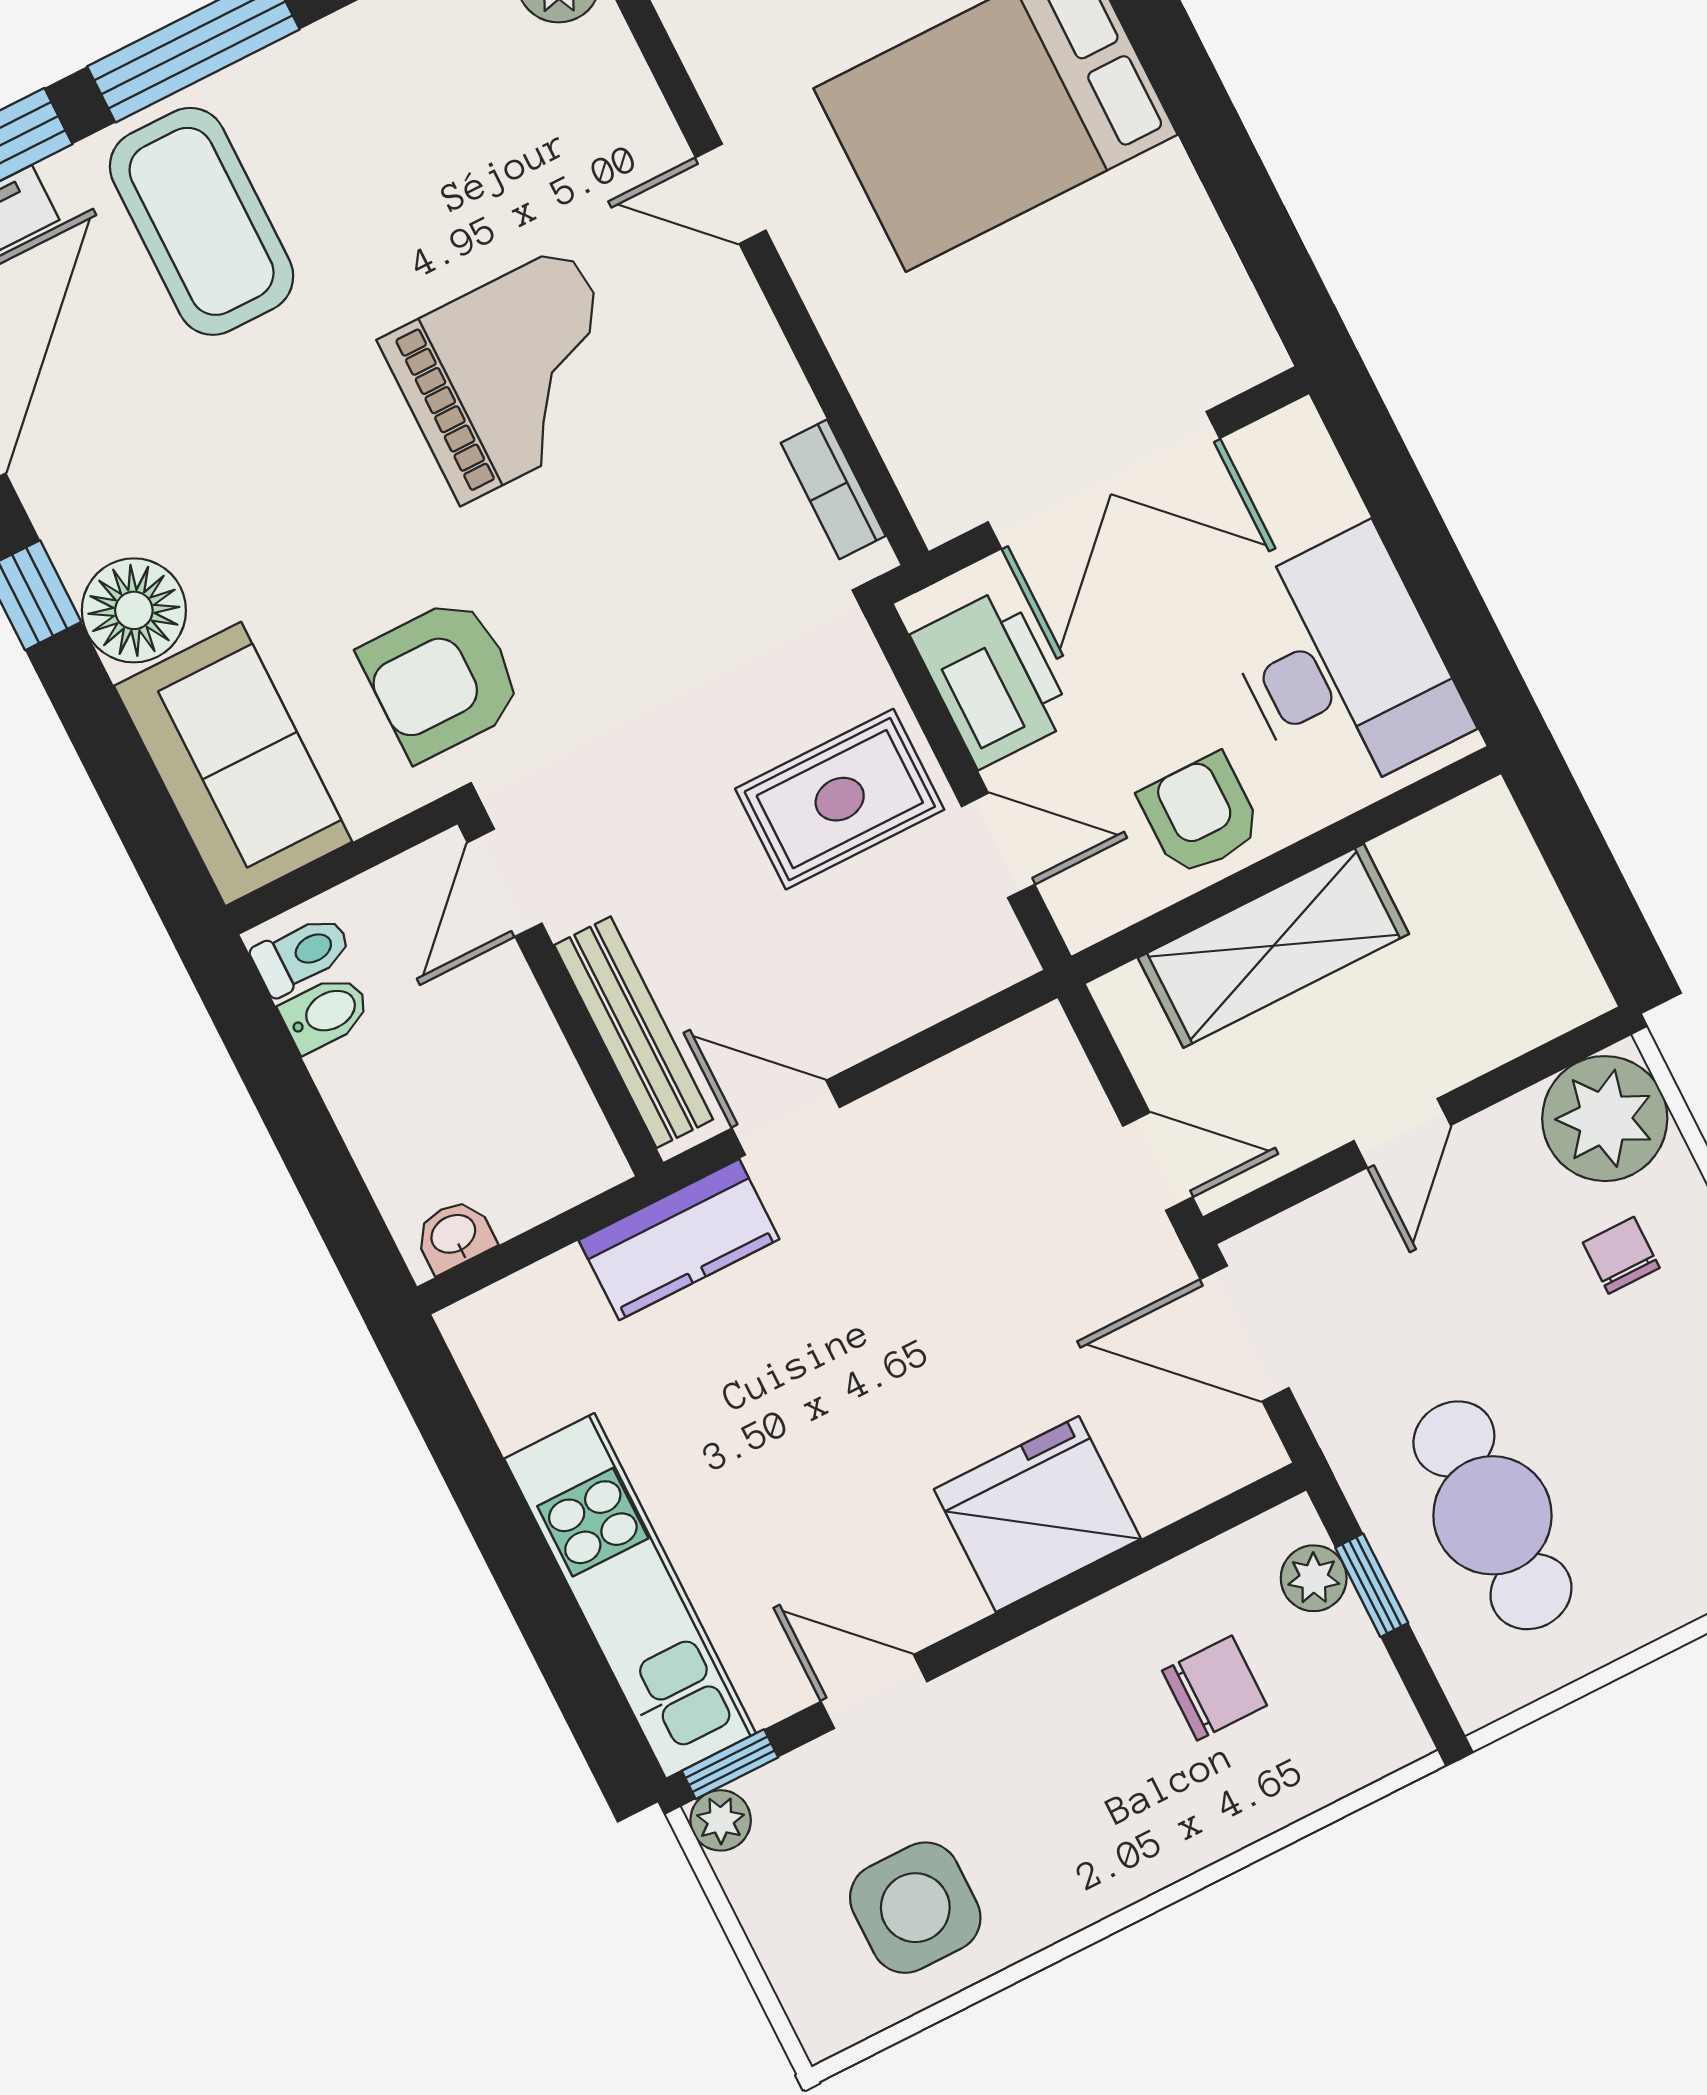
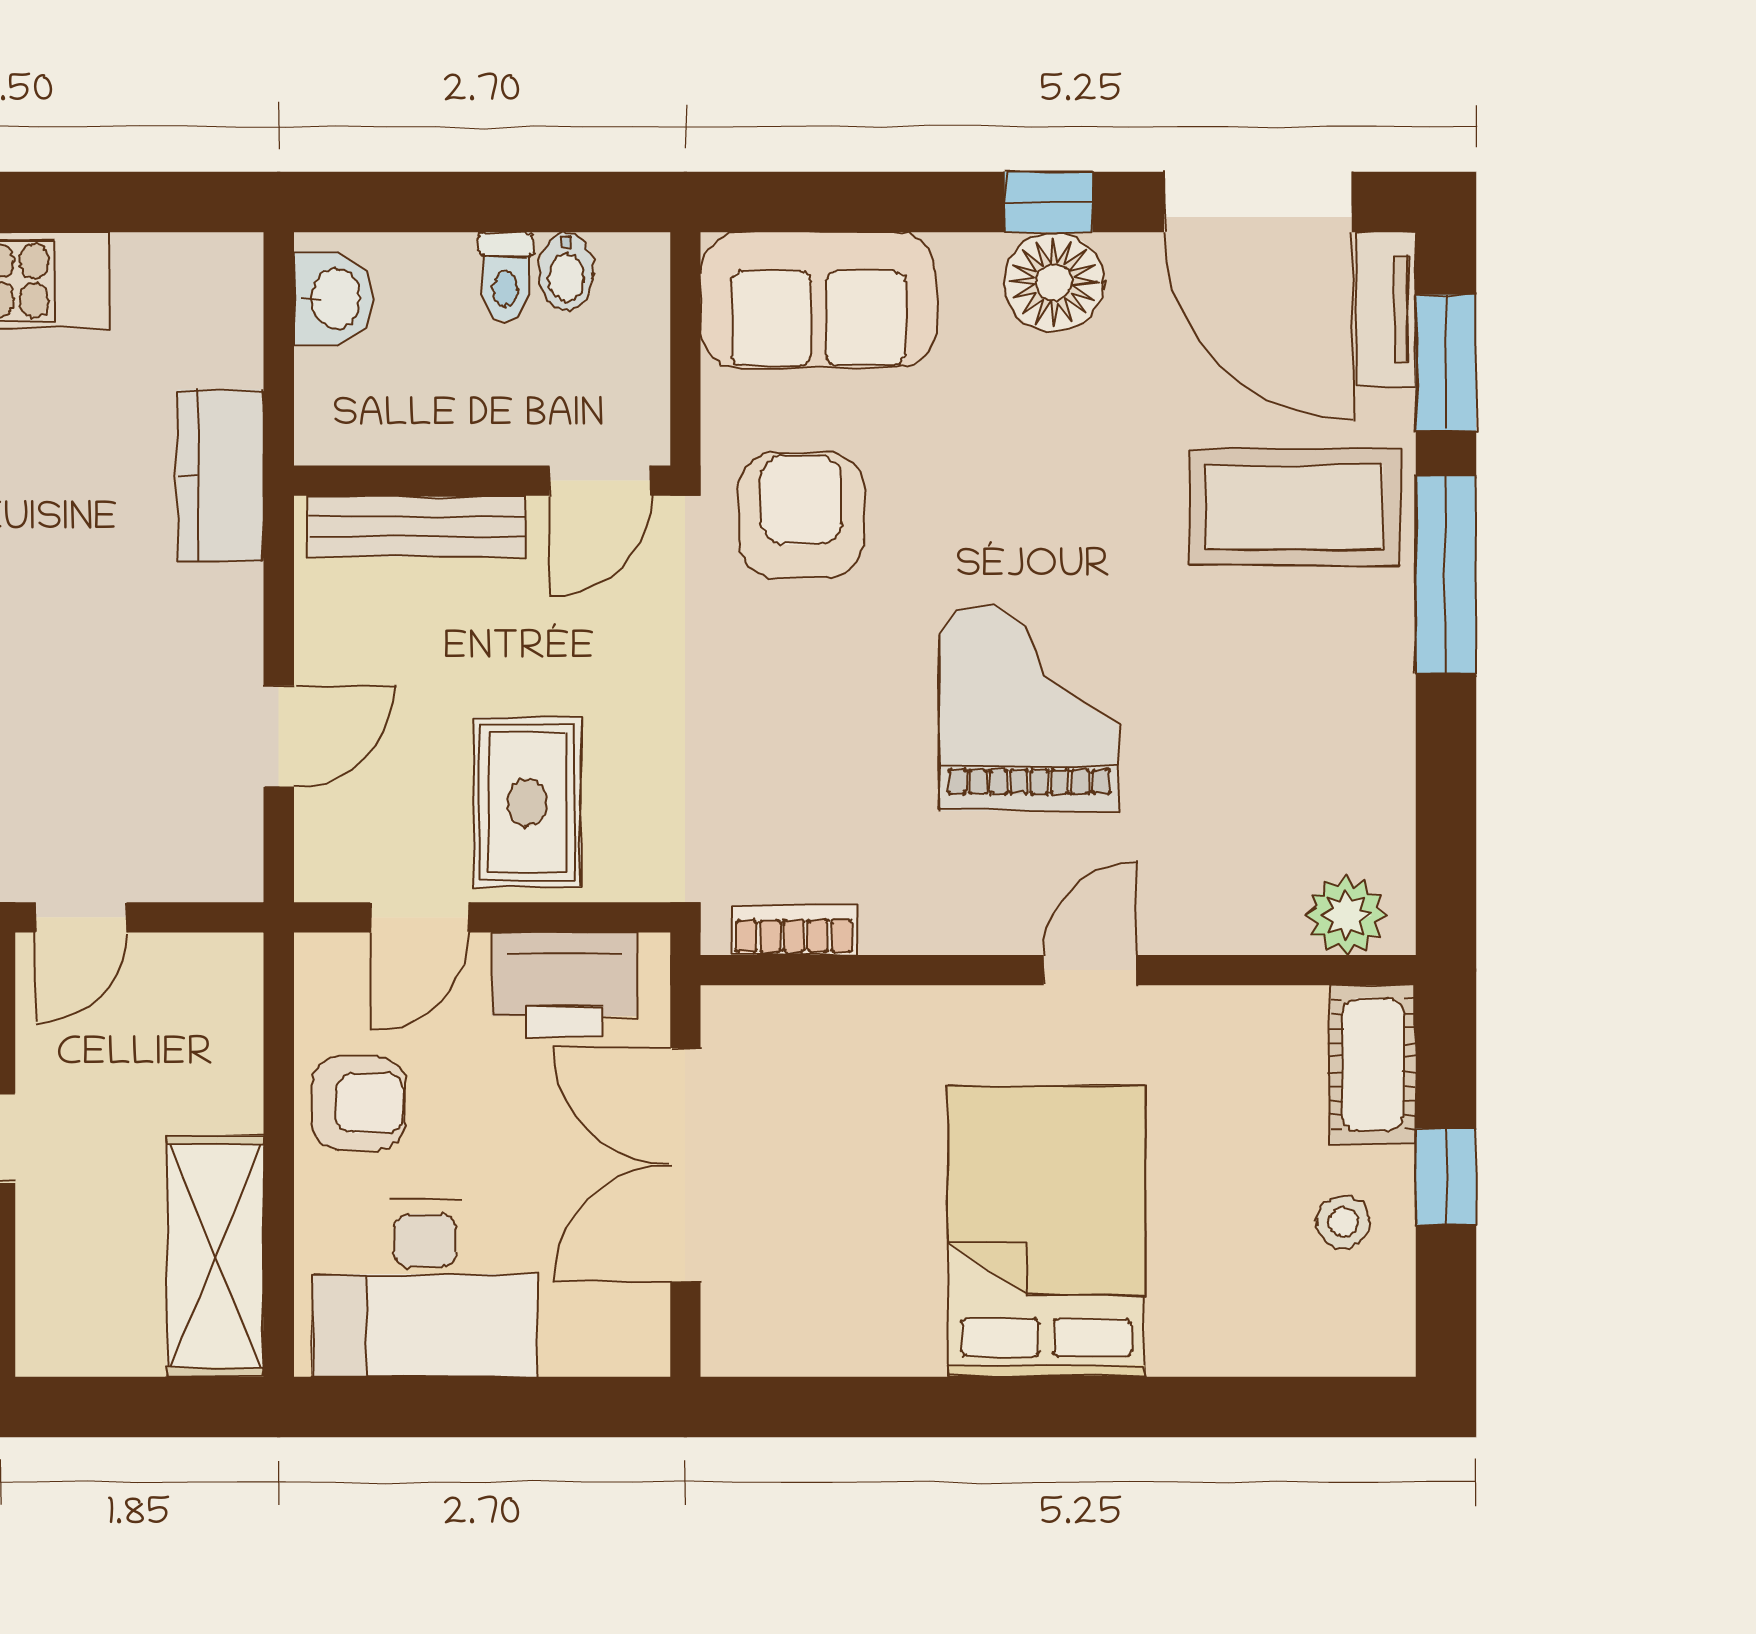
grand piano: (514, 375) -> (1029, 708), turned 180
floor lamp: (134, 610) -> (1054, 282), moved
door: (505, 883) -> (600, 481), swing flipped
shelving: (1273, 946) -> (215, 1256), moved
toilet: (302, 954) -> (506, 277), moved
door: (786, 1118) -> (279, 736), moved
washbasin: (454, 1235) -> (334, 299), width x1.38, depth x1.45

